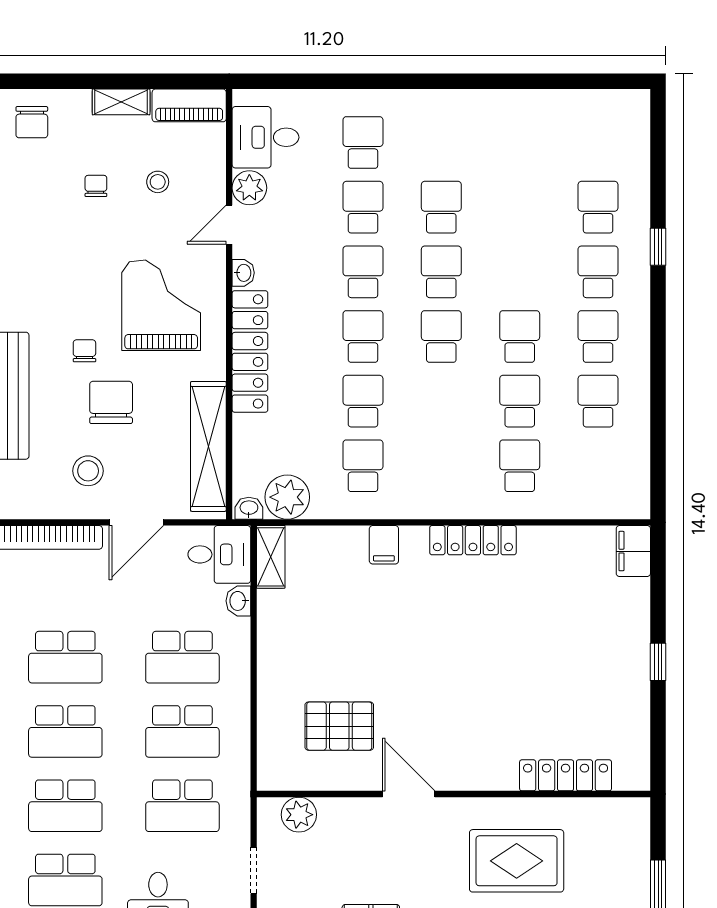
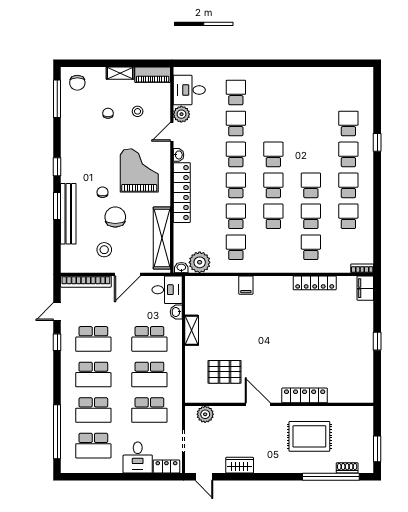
school desk: (441, 207) -> (273, 216), moved
bookcase: (627, 510) -> (362, 268), added
locker: (473, 540) -> (315, 283), moved
shelving: (271, 557) -> (192, 330), moved
locker: (566, 775) -> (305, 395), moved

